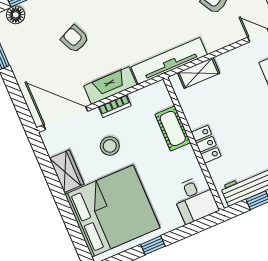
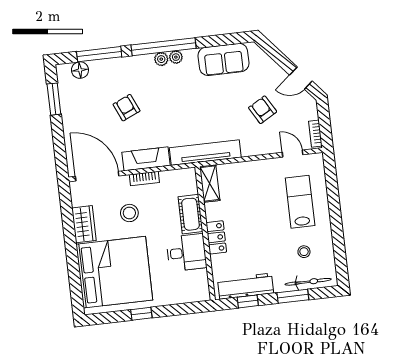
shelving: (199, 73) -> (210, 184), moved, turned 90
desk: (195, 199) -> (186, 253), moved, turned -90

